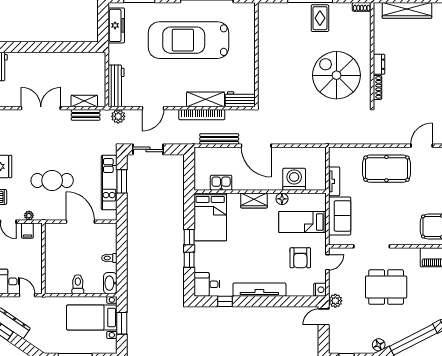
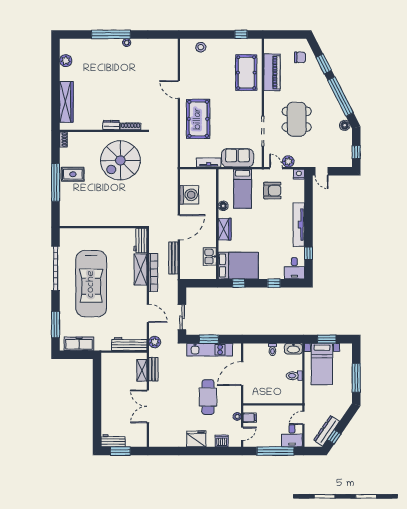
washing machine: (294, 179) -> (189, 195), moved, turned 180
window: (189, 237) -> (239, 283), moved
plant: (335, 301) -> (288, 161), moved

